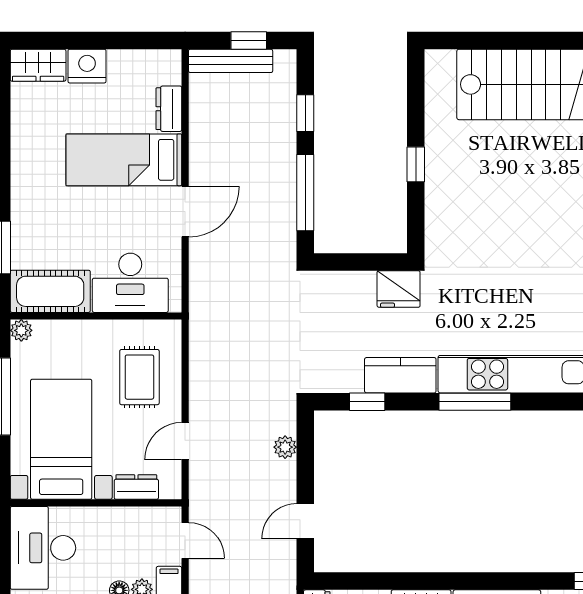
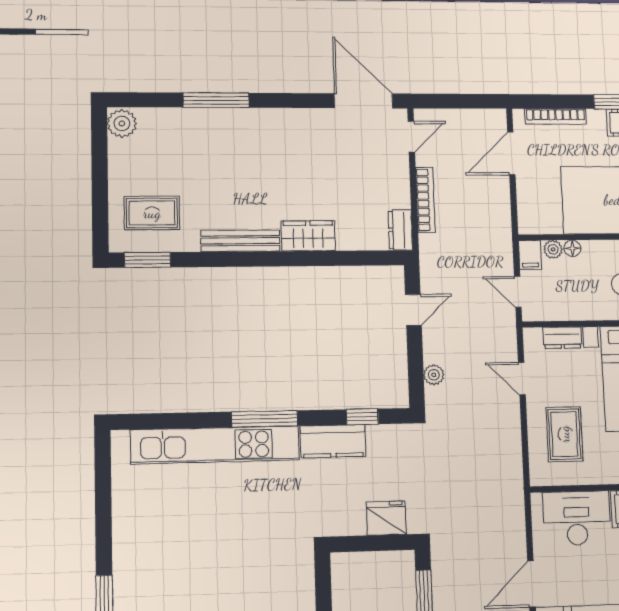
fridge: (399, 289) -> (386, 518), moved
door: (185, 441) -> (522, 379), swing flipped

